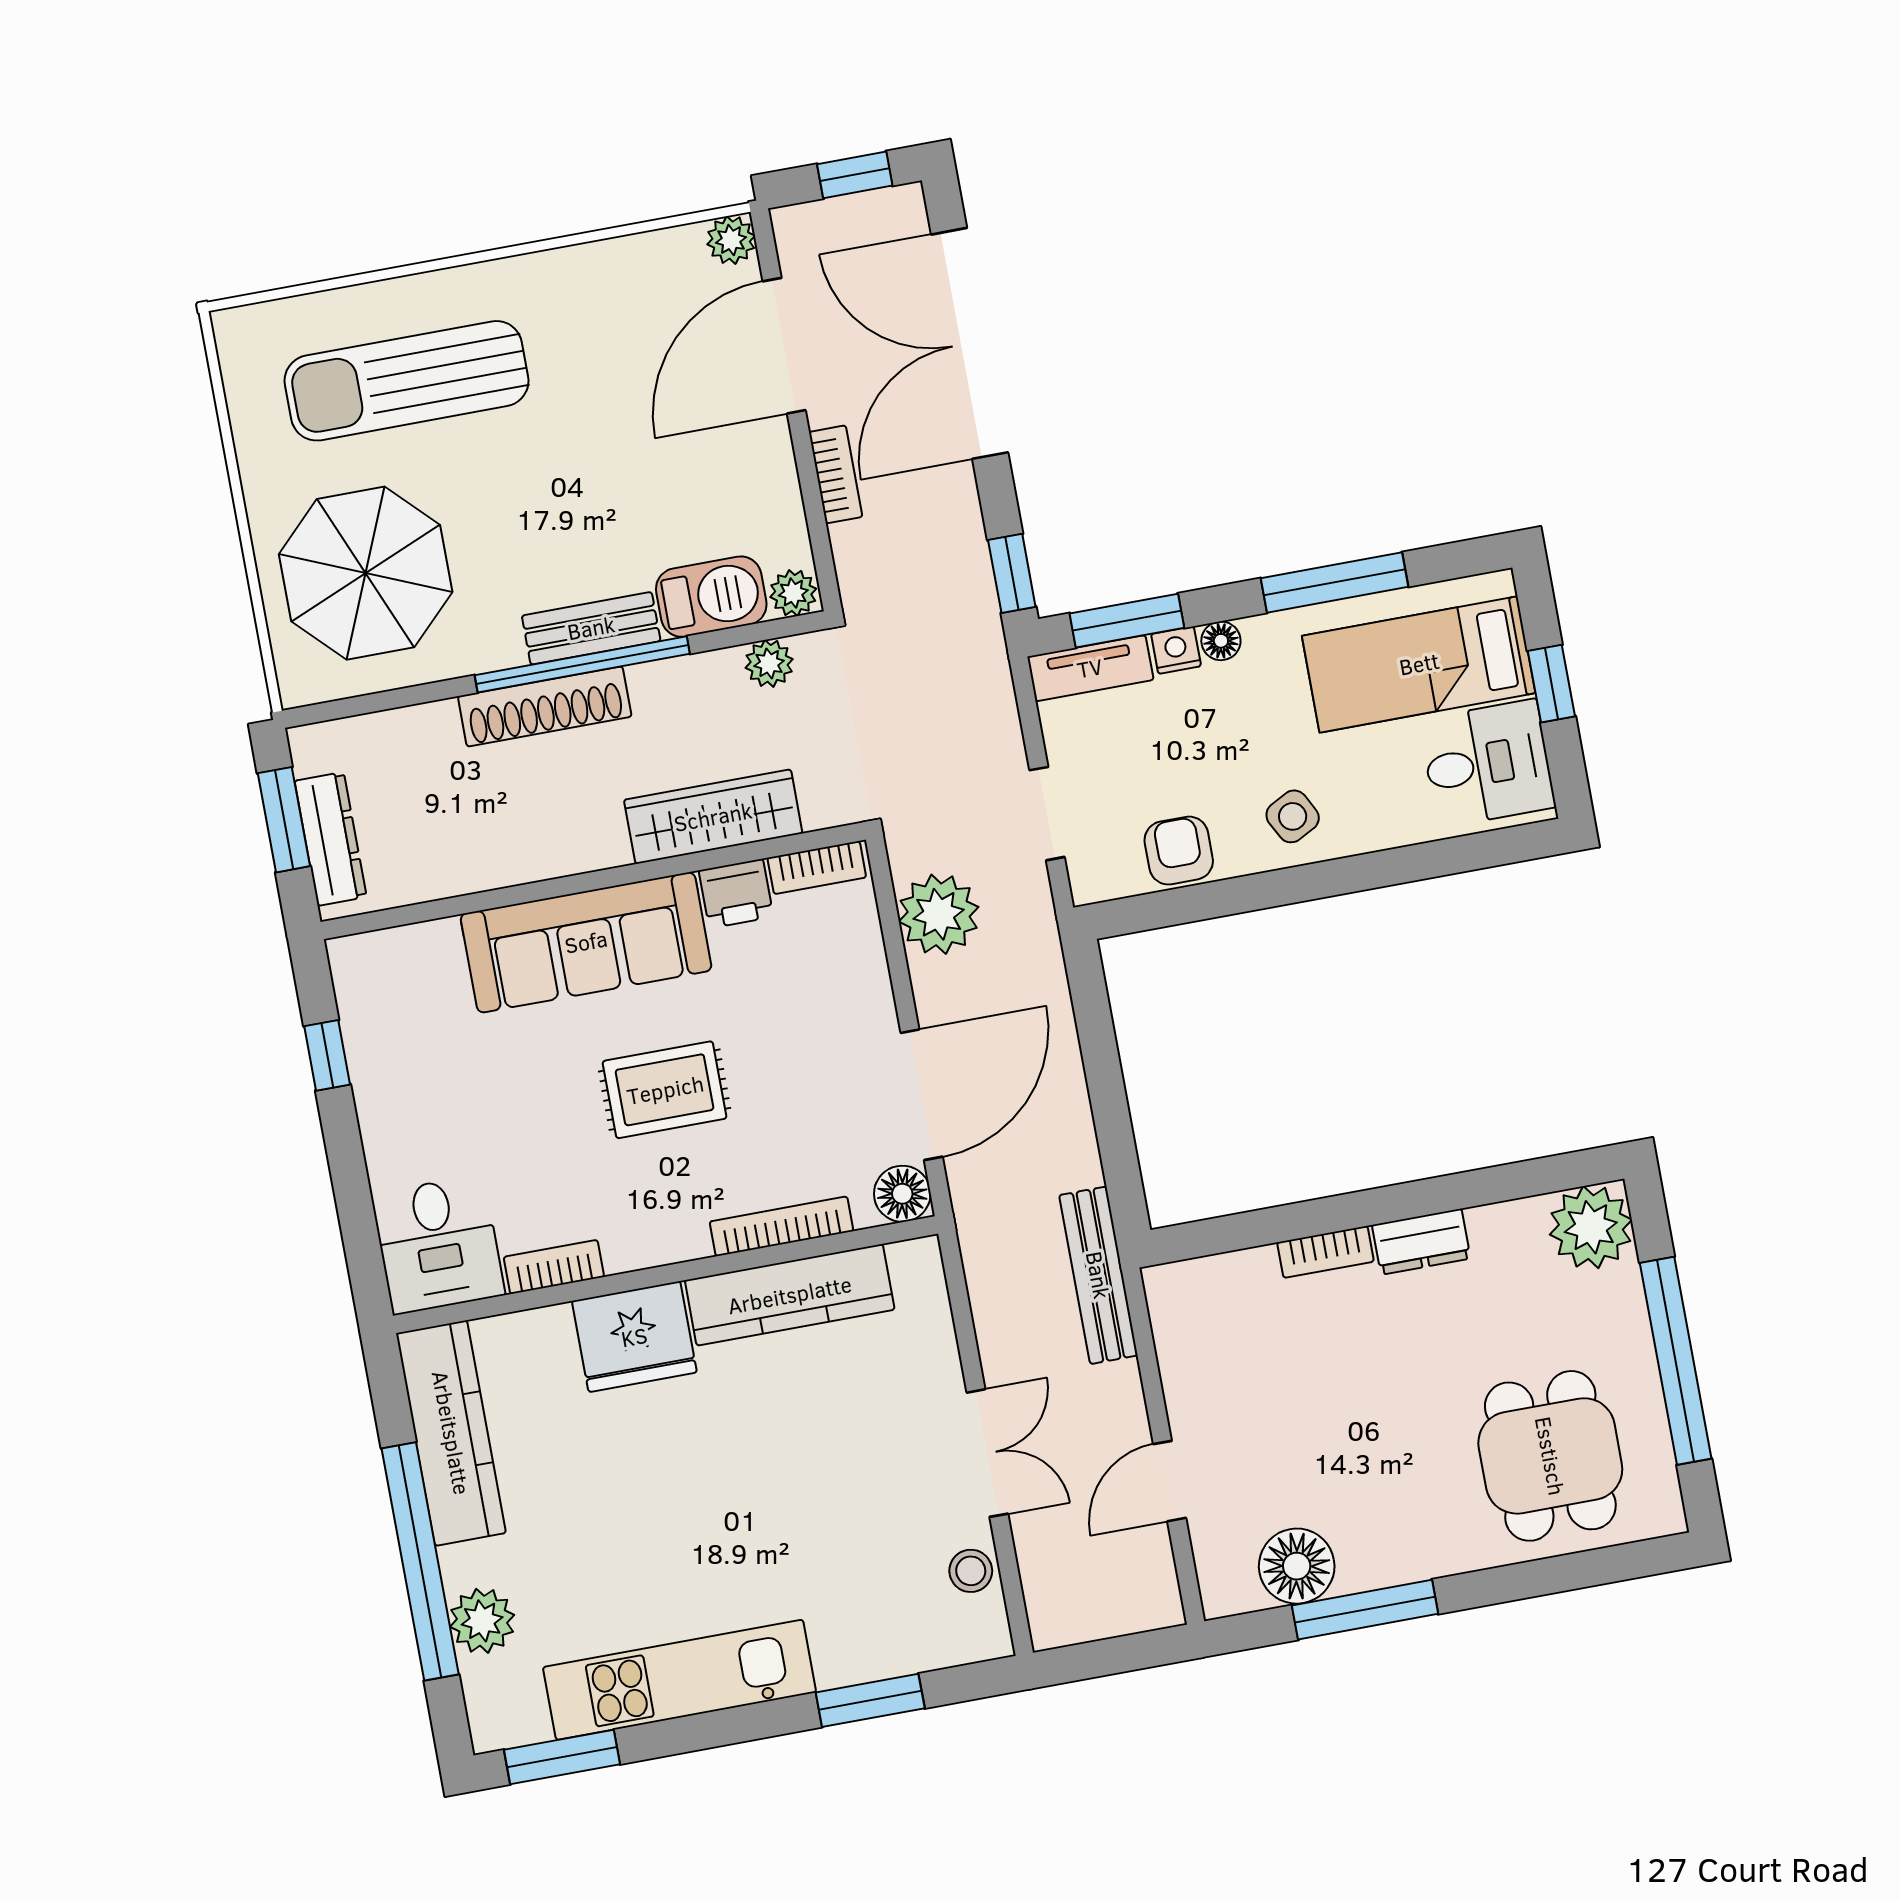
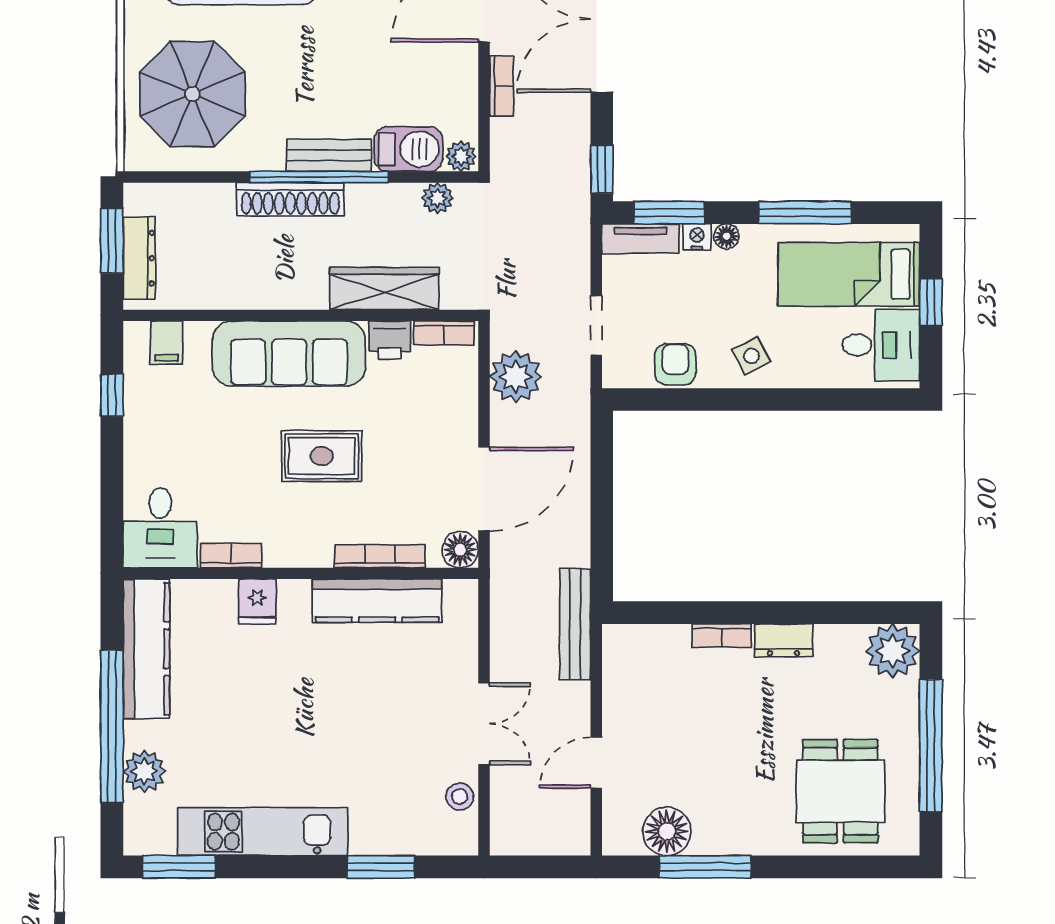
filing cabinet: (396, 960) -> (167, 343), added
fridge: (634, 1337) -> (257, 601), width x0.53, depth x0.75

